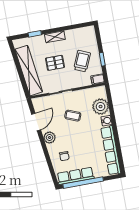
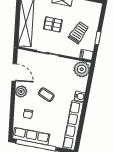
plant: (101, 107) -> (82, 69), moved
coffee table: (73, 116) -> (46, 95), moved
door: (36, 122) -> (14, 72), hinge flipped

